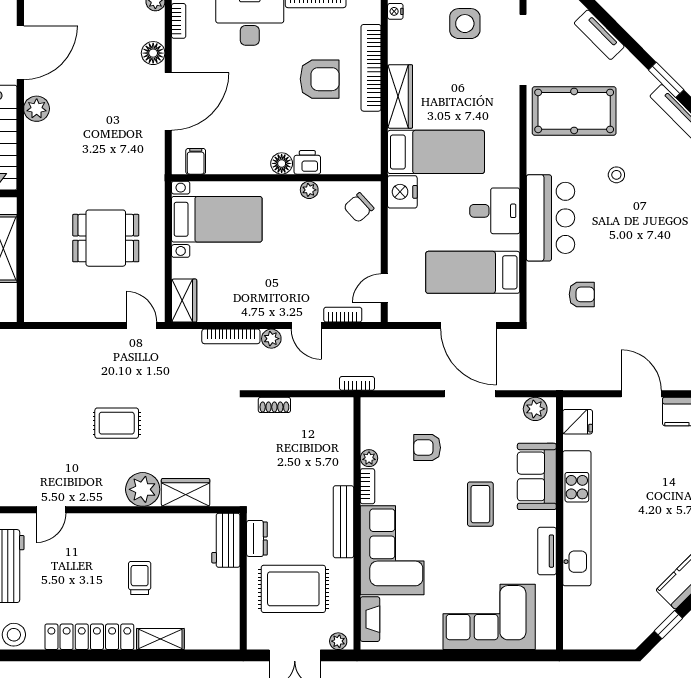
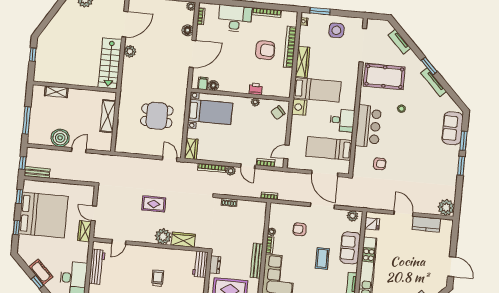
floor lamp: (282, 163) -> (213, 85), moved

